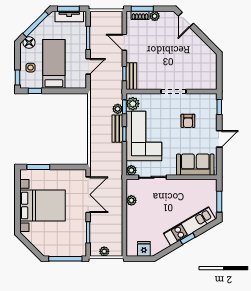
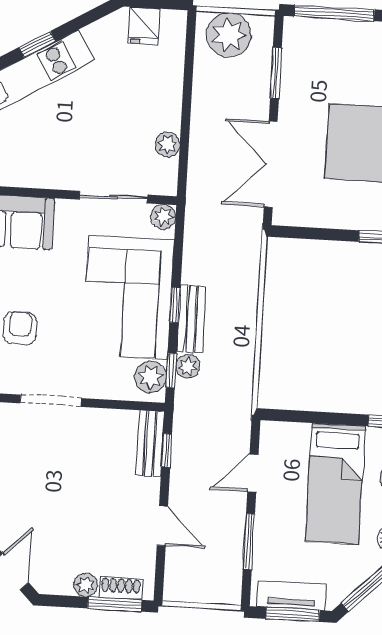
plant: (104, 251) -> (229, 35), width x1.87, depth x1.87

